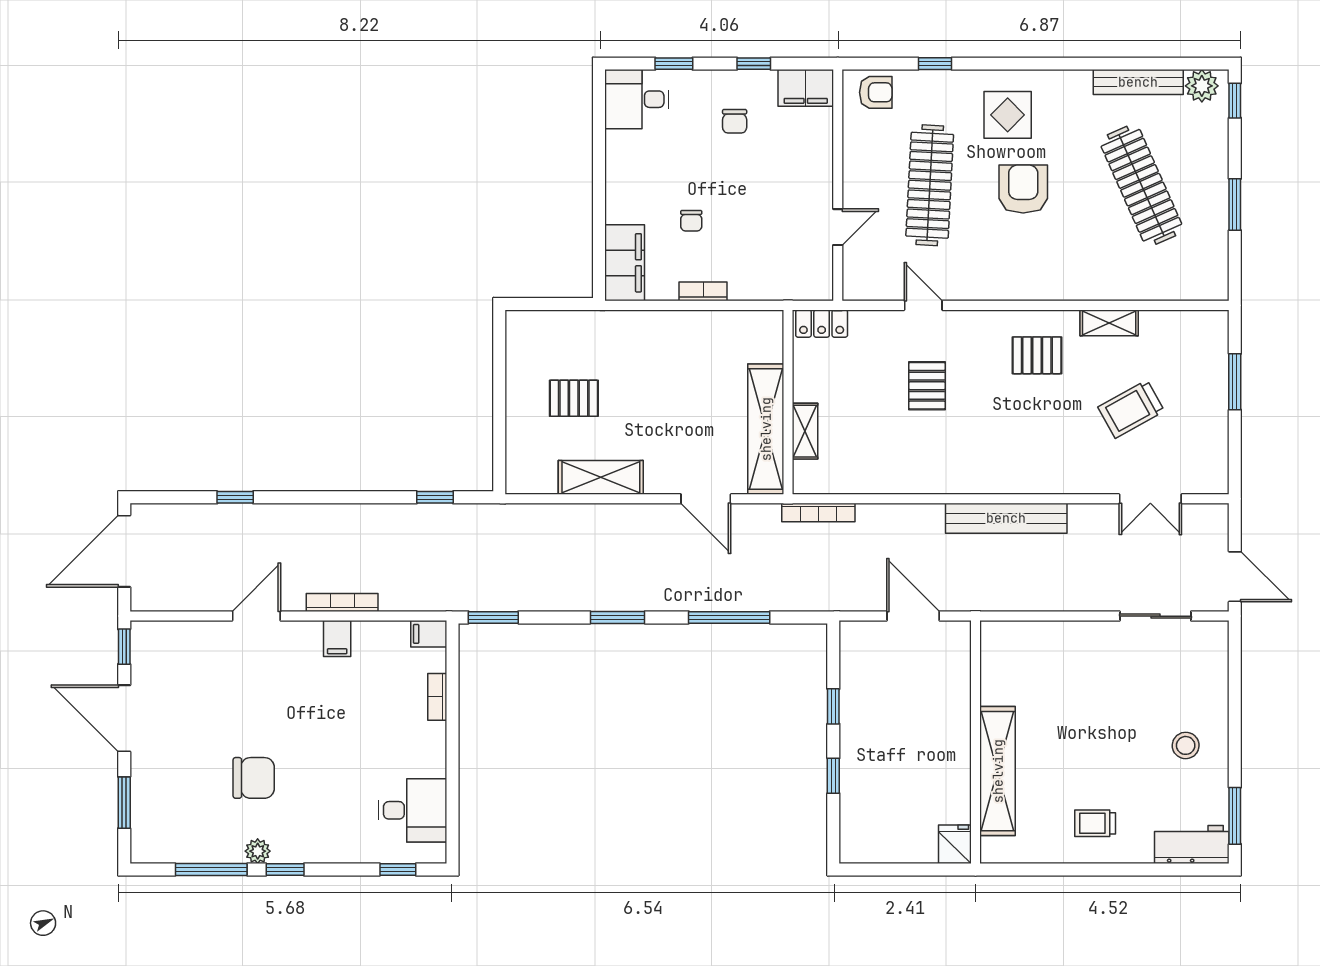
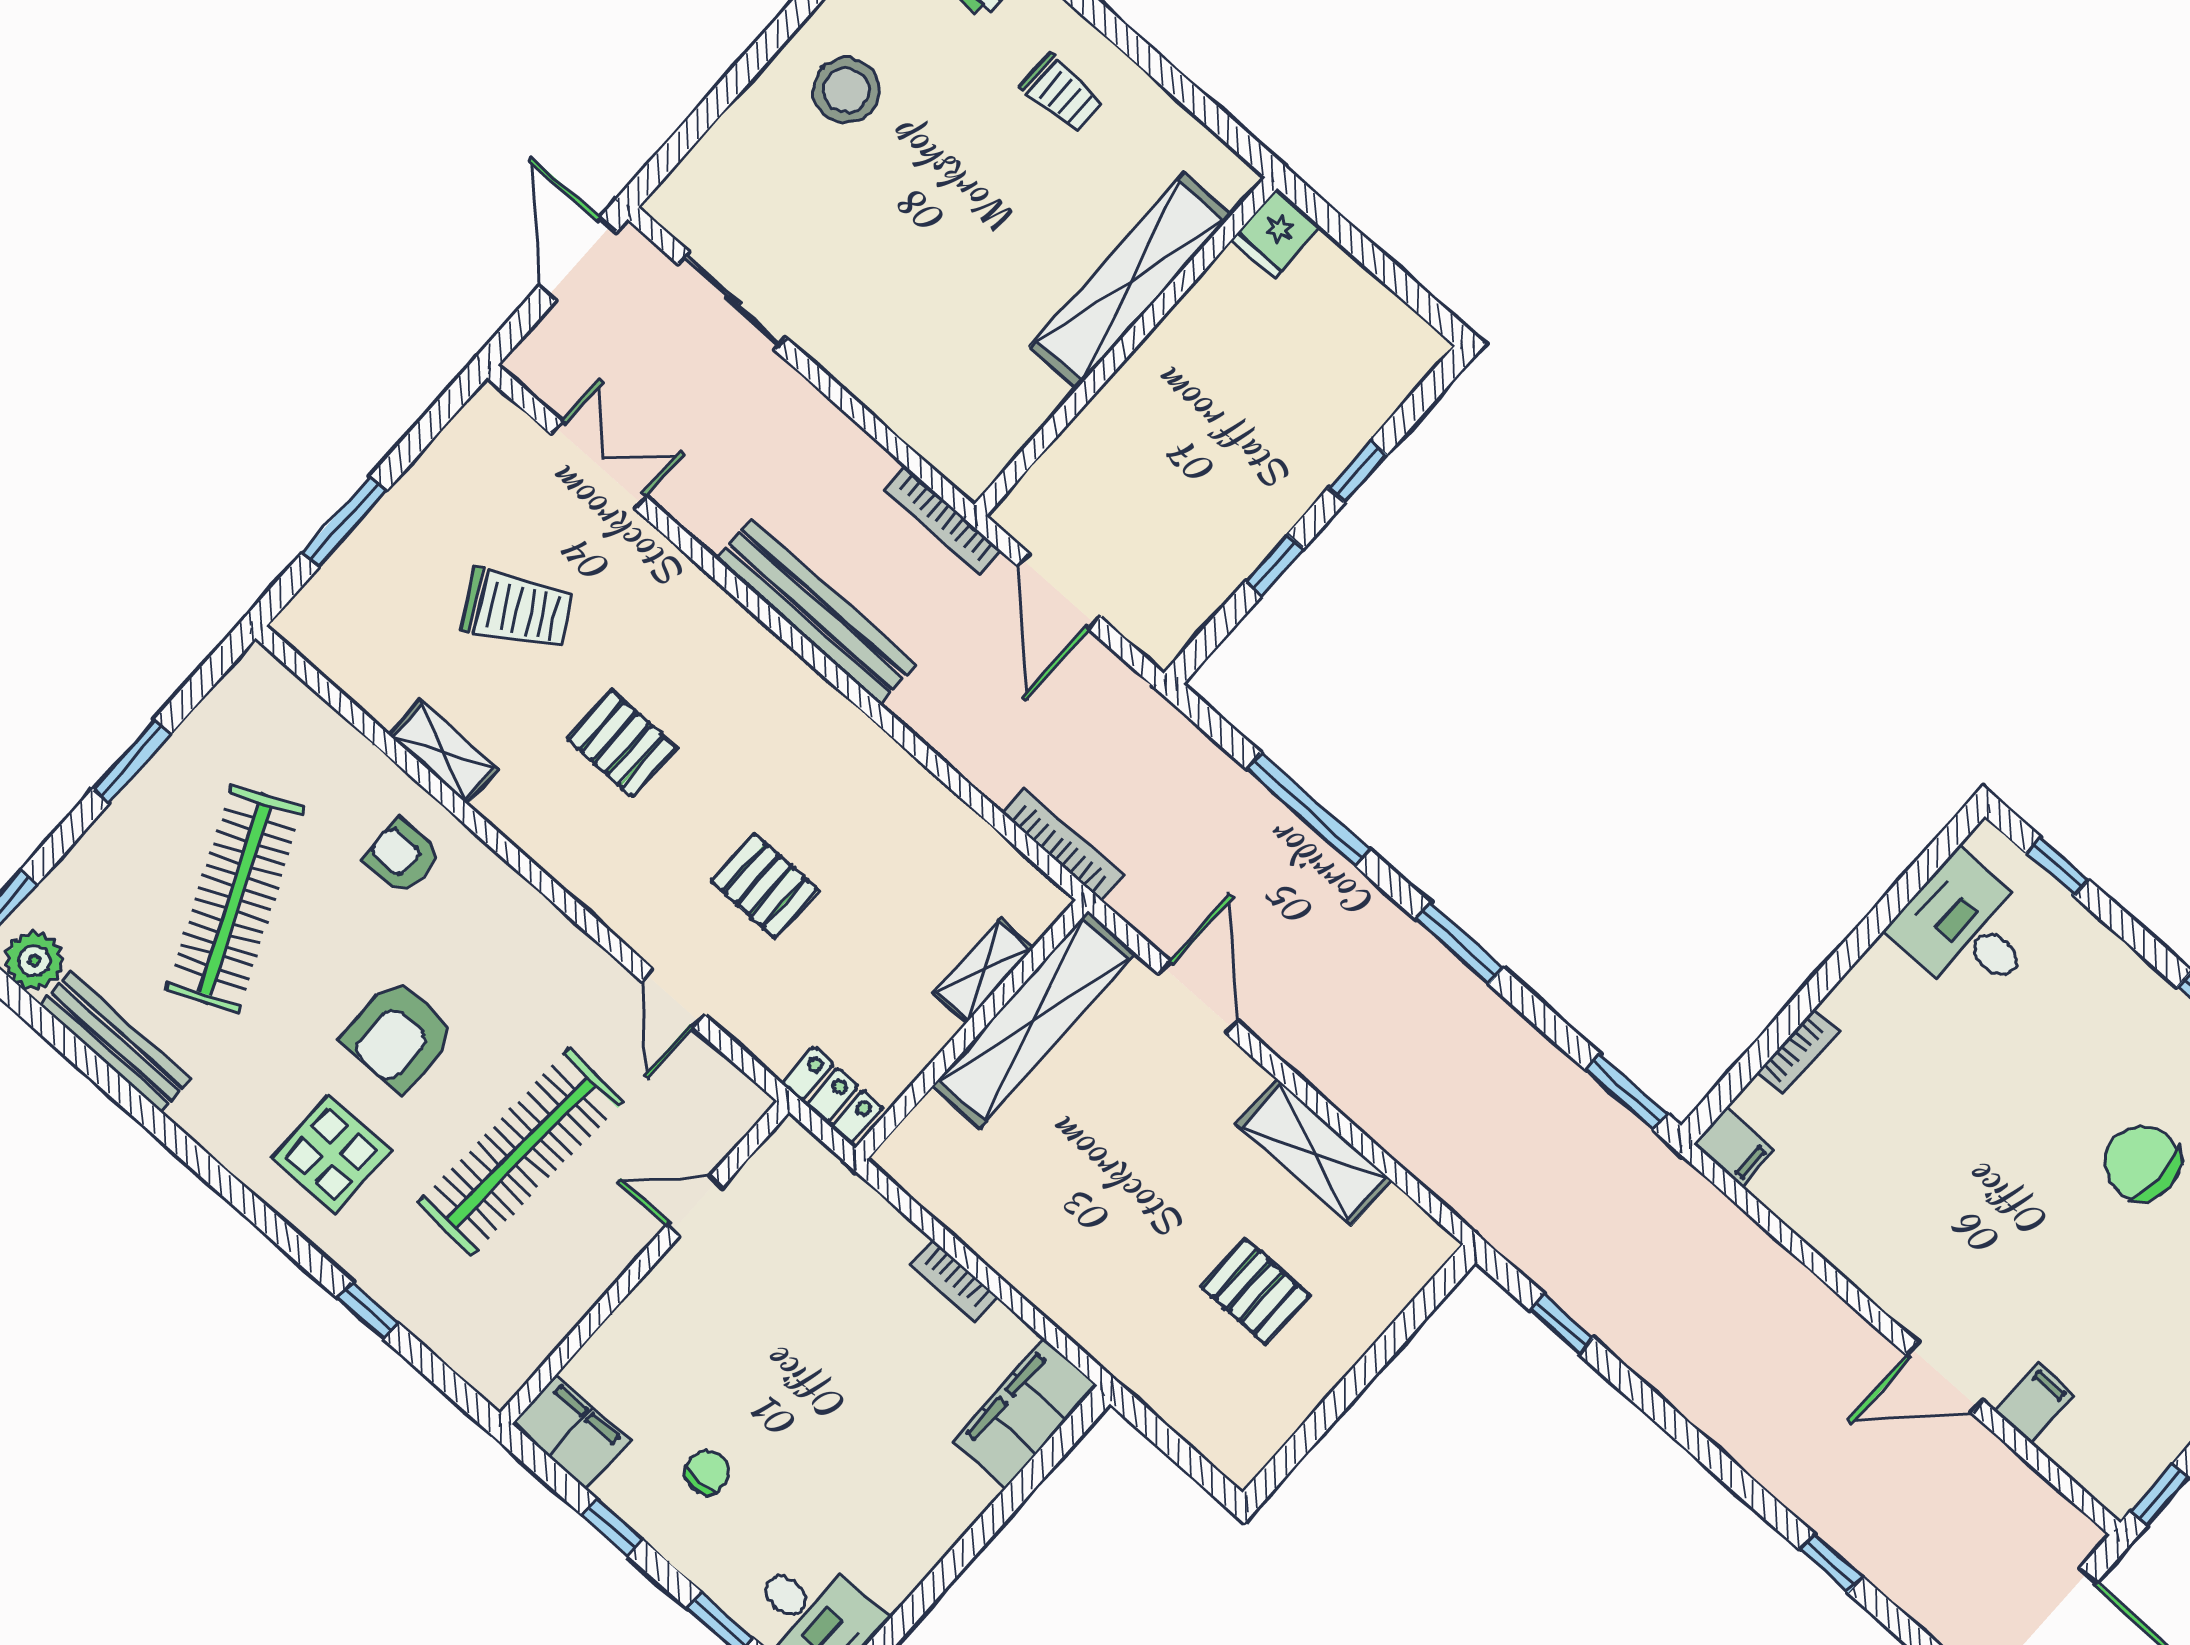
armchair: (876, 92) -> (402, 857), moved
chair: (691, 221) -> (885, 1390), removed
pallet: (1037, 355) -> (622, 743), moved
pallet: (927, 386) -> (764, 885), turned 90
bookcase: (342, 602) -> (943, 521), moved
filing cabinet: (337, 639) -> (2034, 1403), moved
stool: (1186, 745) -> (846, 90), width x1.38, depth x1.38

